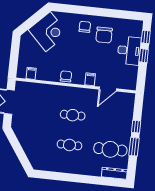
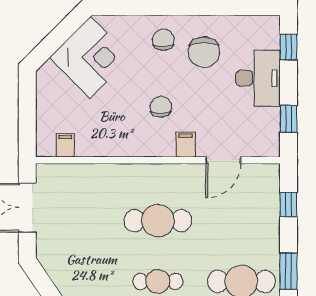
window: (144, 56) -> (288, 119), moved
chair: (66, 76) -> (161, 107), moved
cafe table: (73, 115) -> (158, 221), width x1.37, depth x1.35
window: (136, 127) -> (288, 205), moved

